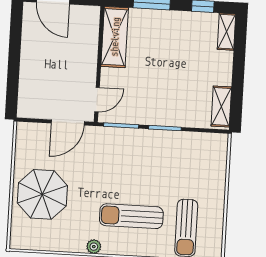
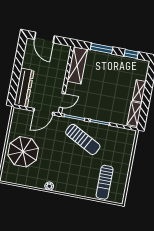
shelving: (227, 32) -> (139, 91), moved
dresser: (30, 86) -> (24, 88), added
sun lounger: (131, 216) -> (83, 139), moved, turned -152

